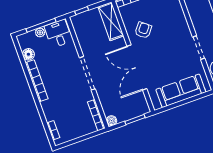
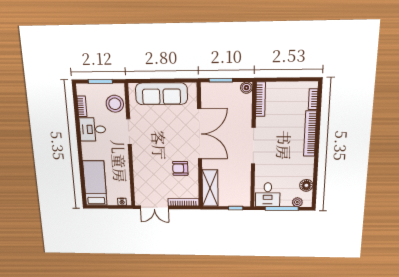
armchair: (143, 30) -> (180, 168), turned 51
plant: (40, 32) -> (297, 202), moved
bookcase: (37, 81) -> (310, 134), moved

